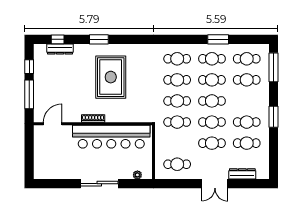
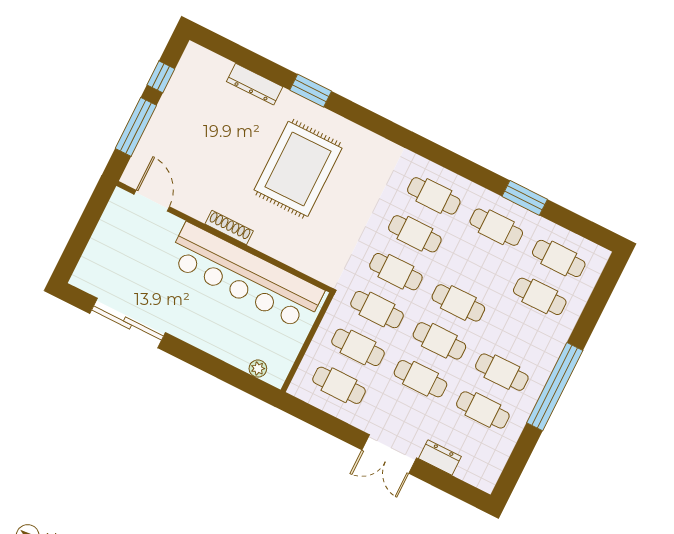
window: (58, 39) -> (237, 54), removed
dresser: (60, 49) -> (255, 84), moved
window: (274, 67) -> (599, 298), removed
cafe table: (212, 80) -> (358, 347), moved
window: (274, 117) -> (555, 387), width x2.11
door: (53, 124) -> (152, 201), hinge flipped
dresser: (242, 174) -> (440, 458), width x0.70
sliding door: (99, 184) -> (128, 323), moved

